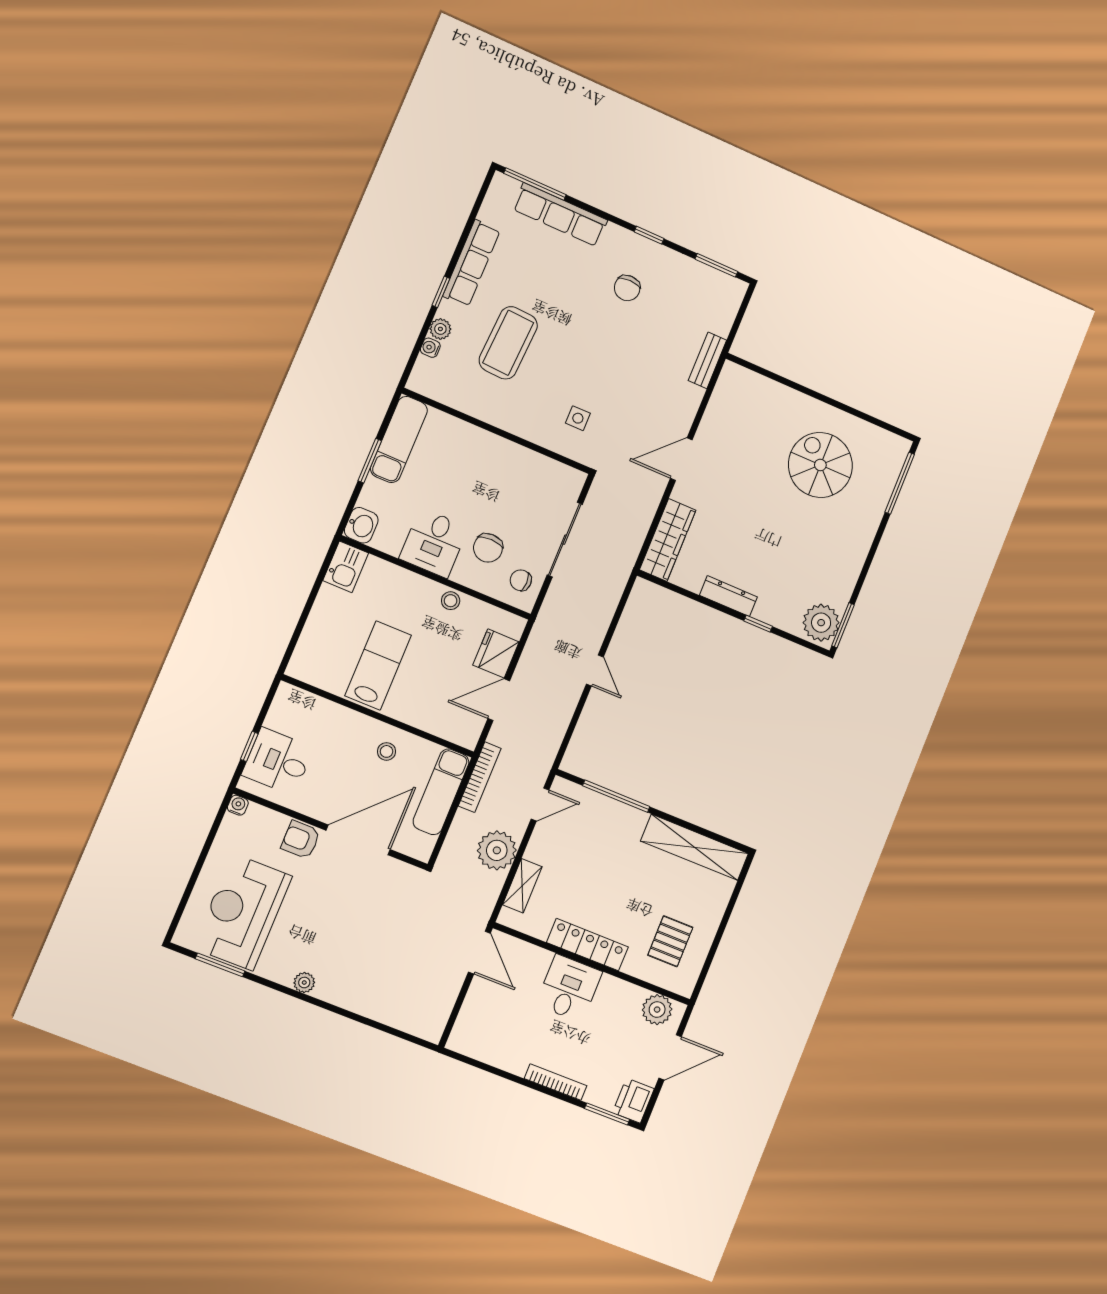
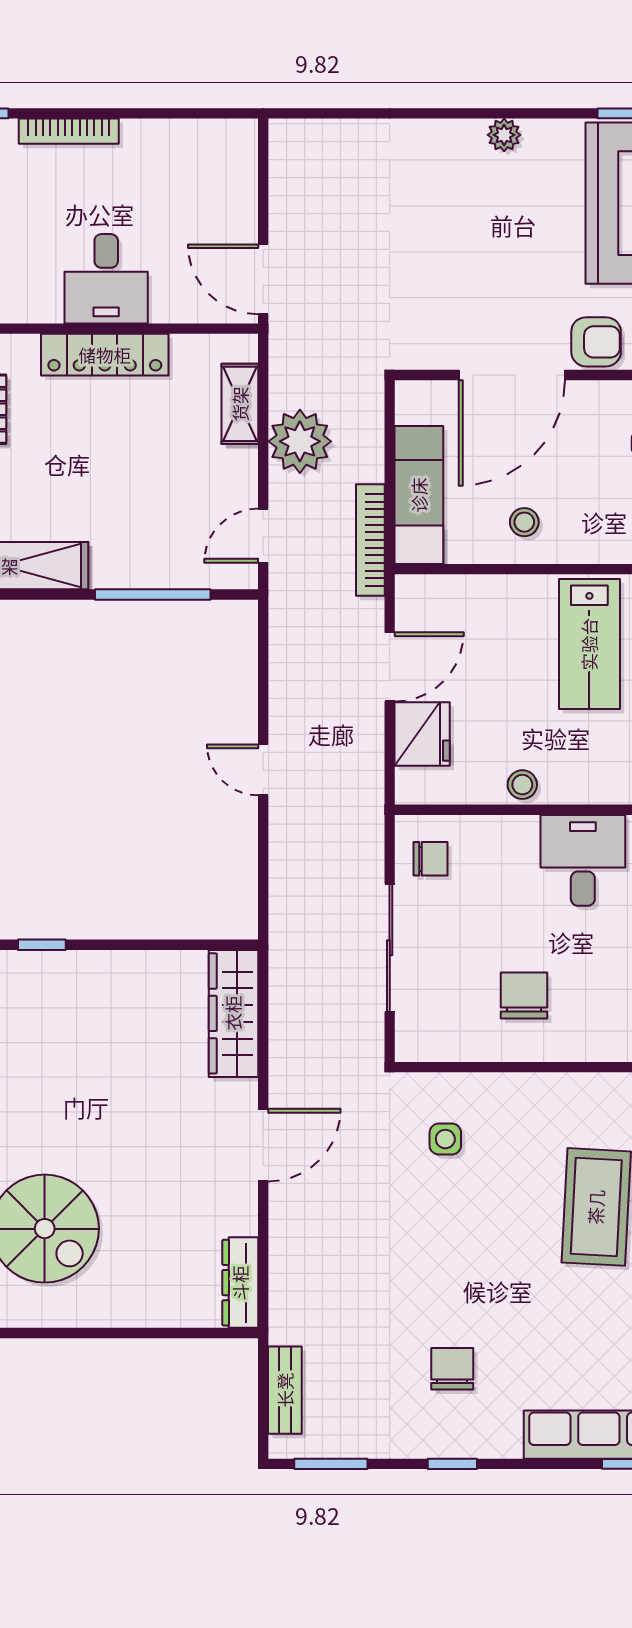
bench: (707, 360) -> (285, 1390), moved
chair: (488, 548) -> (524, 996), moved
dresser: (728, 596) -> (240, 1283), moved, turned 90

